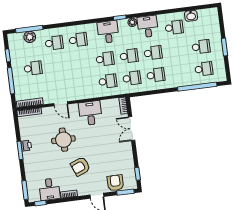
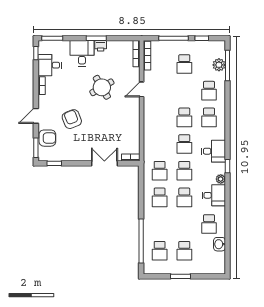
school desk: (108, 81) -> (184, 117), moved
desk: (90, 113) -> (82, 53), moved, turned -90
round table: (63, 140) -> (102, 87), turned -30
armchair: (80, 167) -> (72, 119), moved

